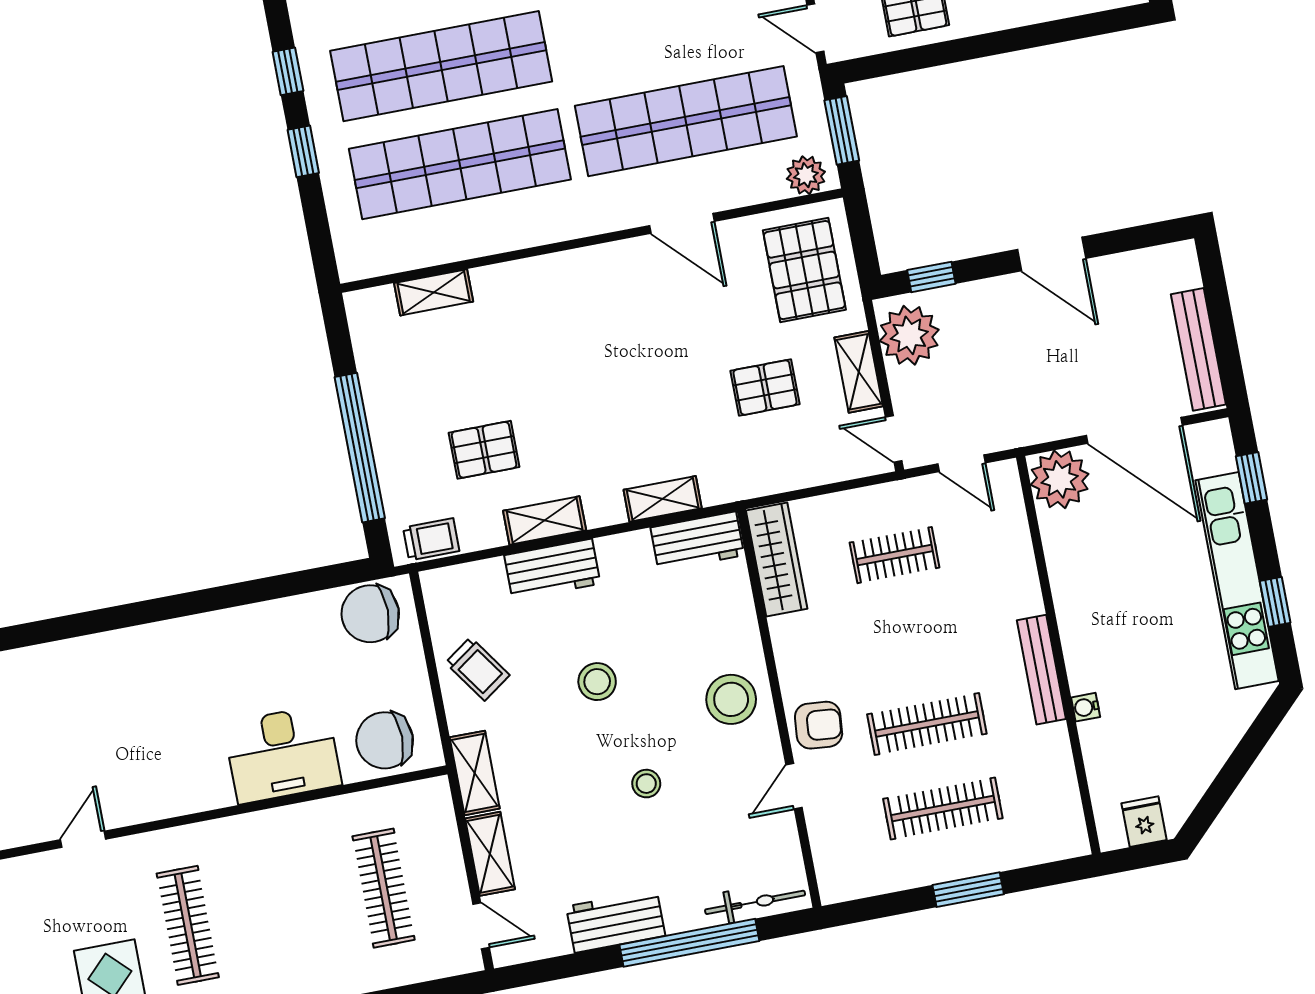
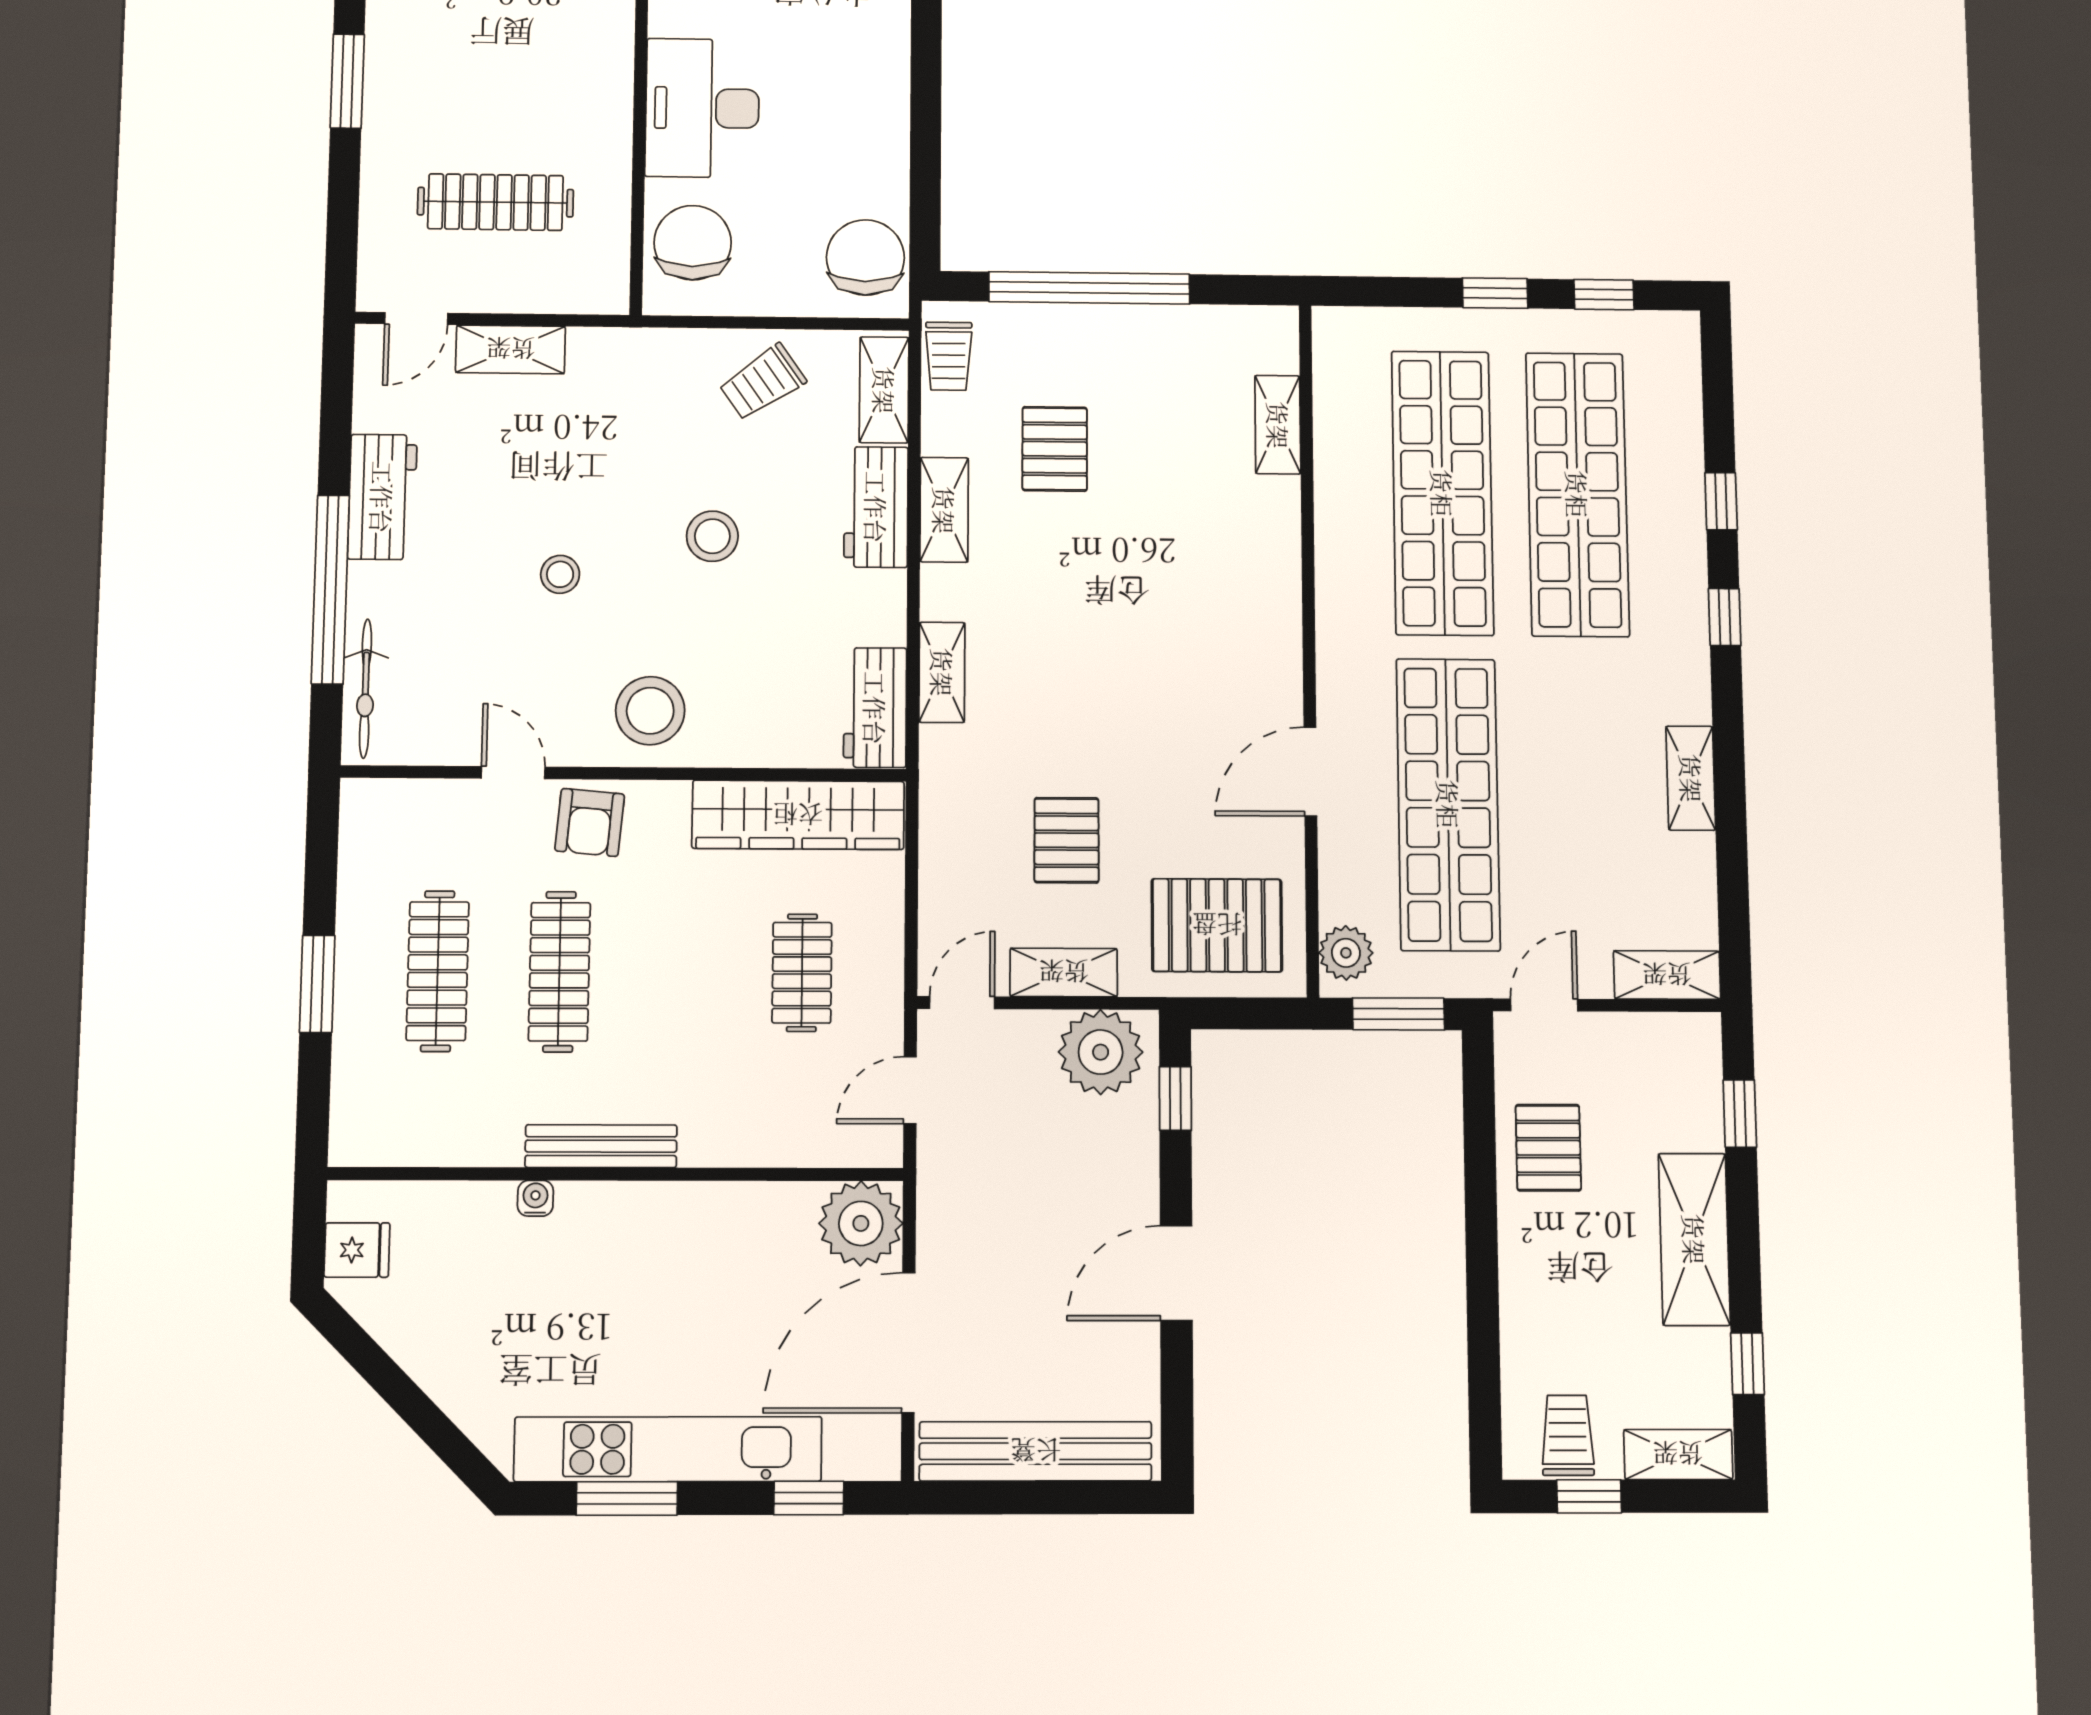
bench: (1198, 349) -> (1036, 1451), width x1.37, depth x1.21
wardrobe: (777, 560) -> (798, 815), width x1.40, depth x1.17
window: (1275, 602) -> (627, 1498), width x1.50
shelving: (475, 773) -> (884, 390), moved, turned 90

